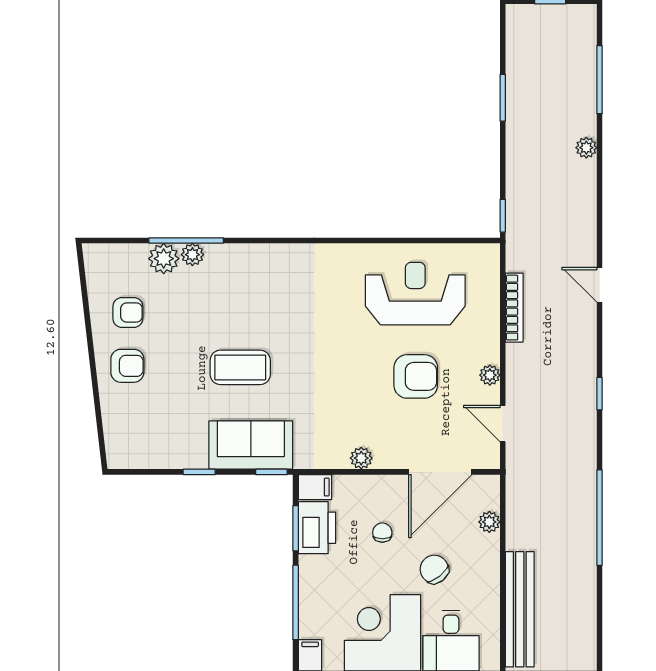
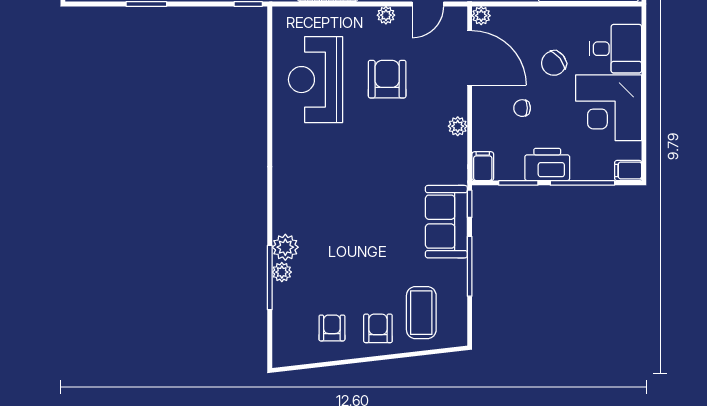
plant: (164, 259) -> (285, 247), moved
coffee table: (240, 367) -> (421, 313), moved
window: (199, 472) -> (470, 266), width x2.17
plant: (489, 522) -> (481, 16), moved
printer: (317, 528) -> (547, 164), moved

